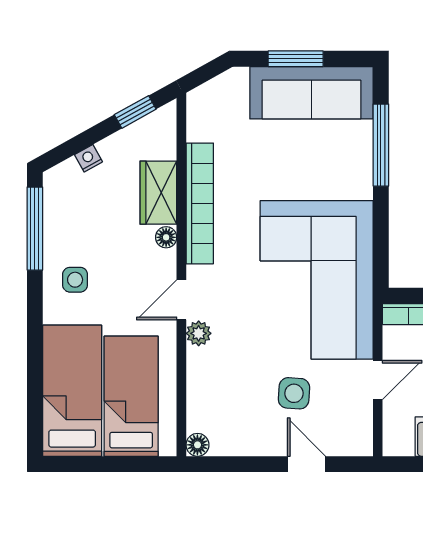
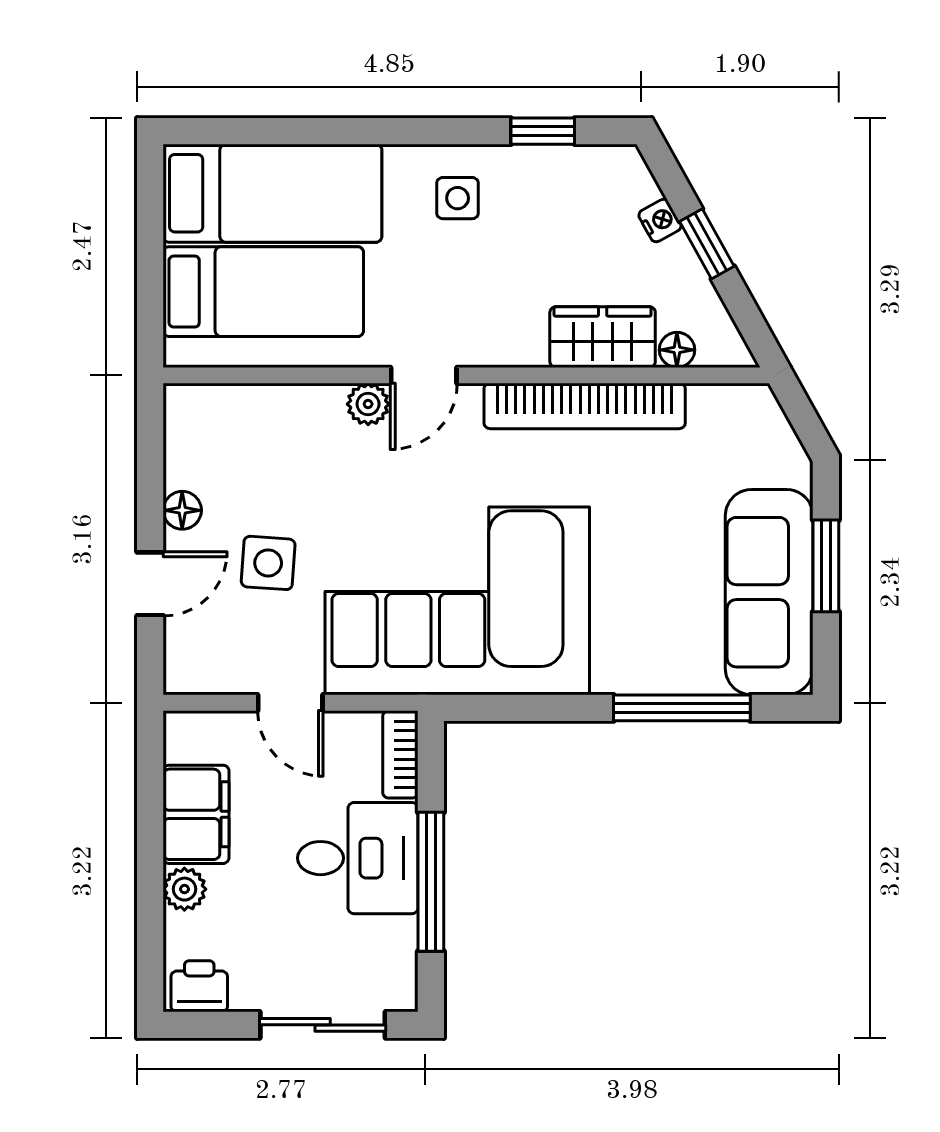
window: (135, 112) -> (707, 244), moved
window: (35, 229) -> (543, 131), width x0.46
floor lamp: (166, 237) -> (677, 350), moved
door: (181, 300) -> (424, 375), swing flipped
floor lamp: (197, 445) -> (182, 510), moved

